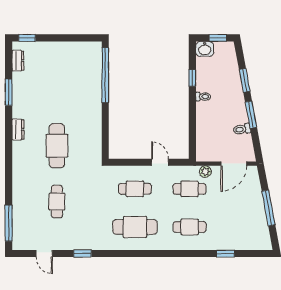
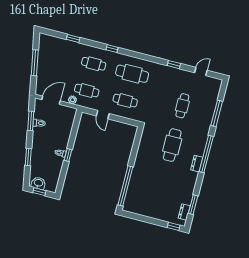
washbasin: (205, 49) -> (38, 183), moved
window: (192, 78) -> (68, 155), moved
window: (9, 92) -> (193, 205), moved
window: (251, 115) -> (31, 121), moved
window: (9, 145) -> (206, 154), added
window: (9, 223) -> (217, 113), moved
door: (44, 253) -> (201, 72), hinge flipped
window: (170, 253) -> (112, 49), added

